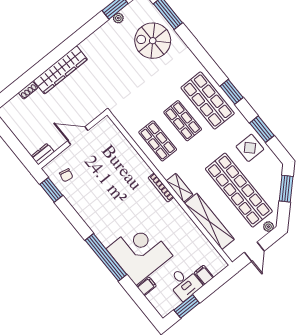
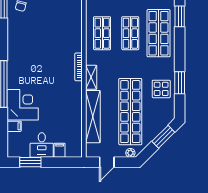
window: (232, 92) -> (180, 16), moved
corner desk: (139, 252) -> (23, 105), width x0.74, depth x0.74

